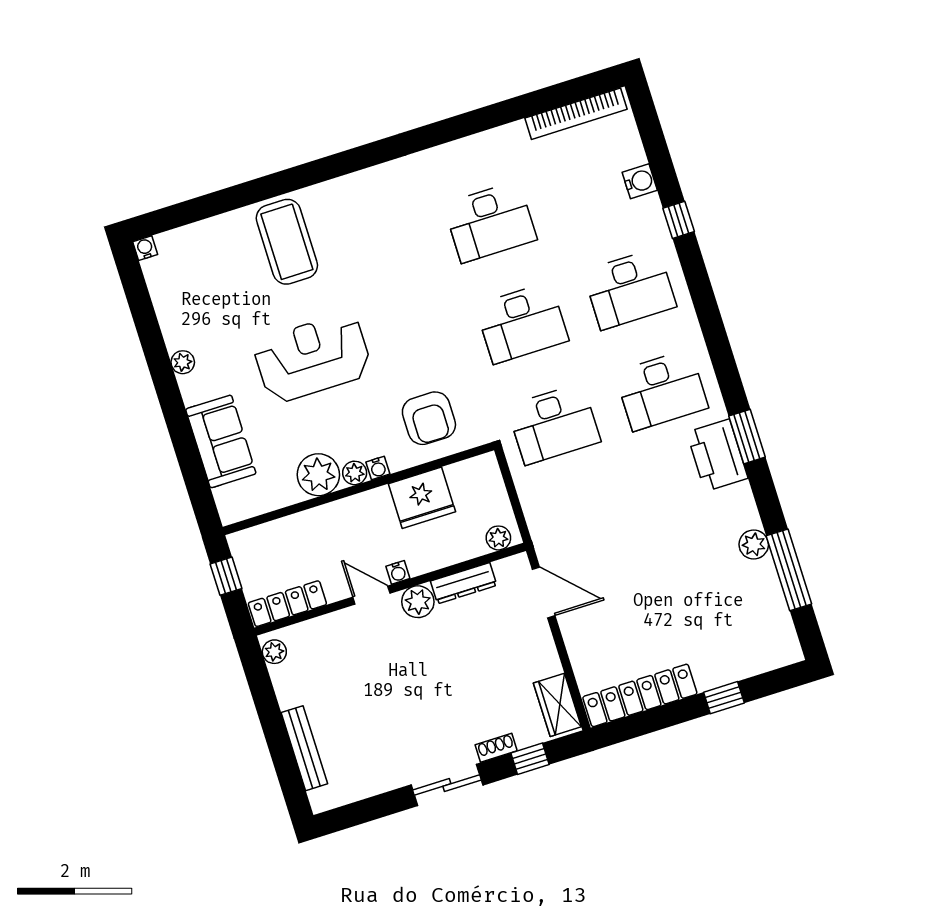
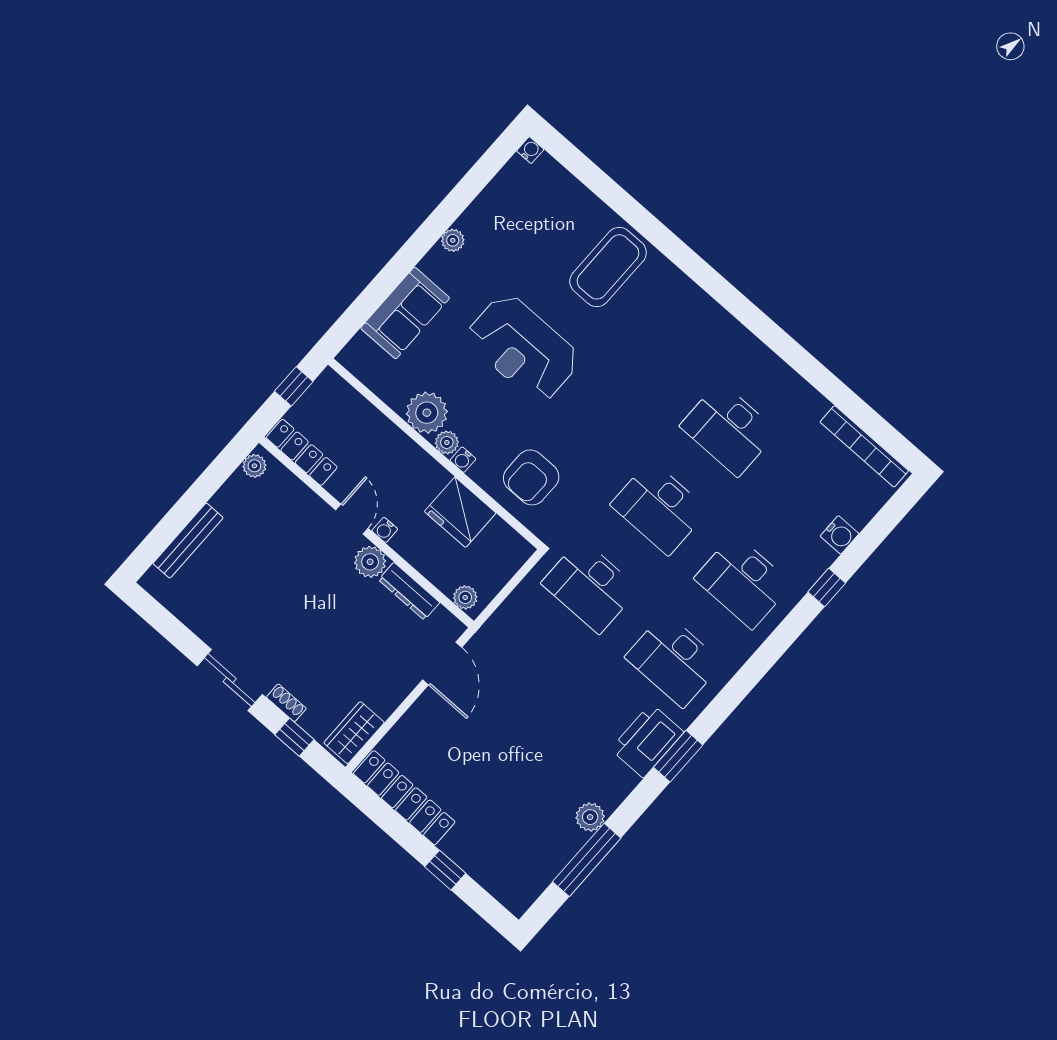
reception desk: (313, 358) -> (523, 348), turned 180

